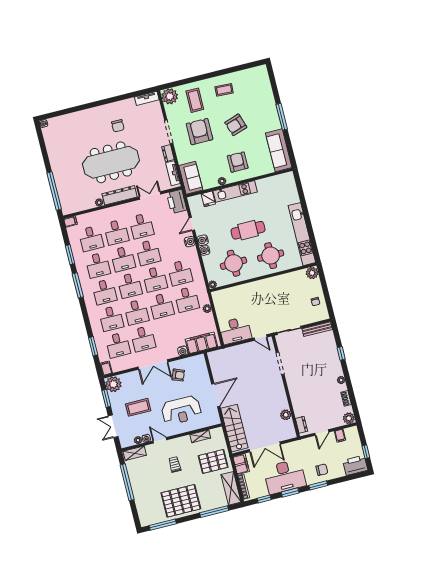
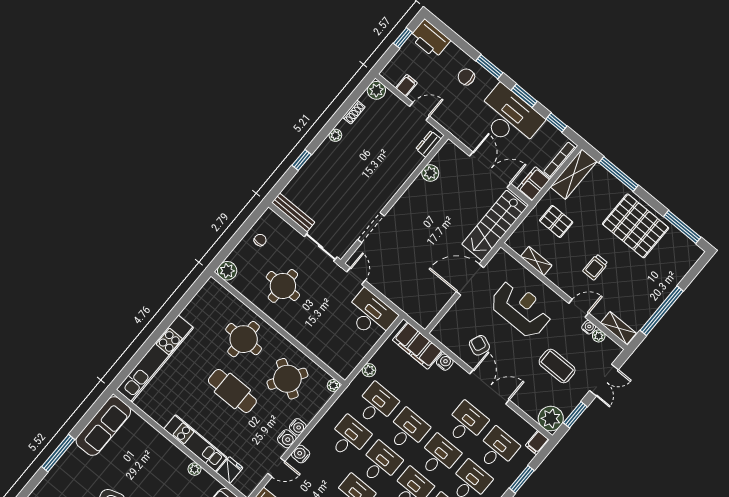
armchair: (238, 162) -> (156, 467), removed
kitchen unit: (302, 234) -> (155, 359), moved
round table: (234, 263) -> (287, 379), turned 33
round table: (283, 296) -> (283, 286), added
door: (160, 440) -> (579, 308), swing flipped
pallet: (213, 461) -> (556, 221), width x0.67, depth x0.71

